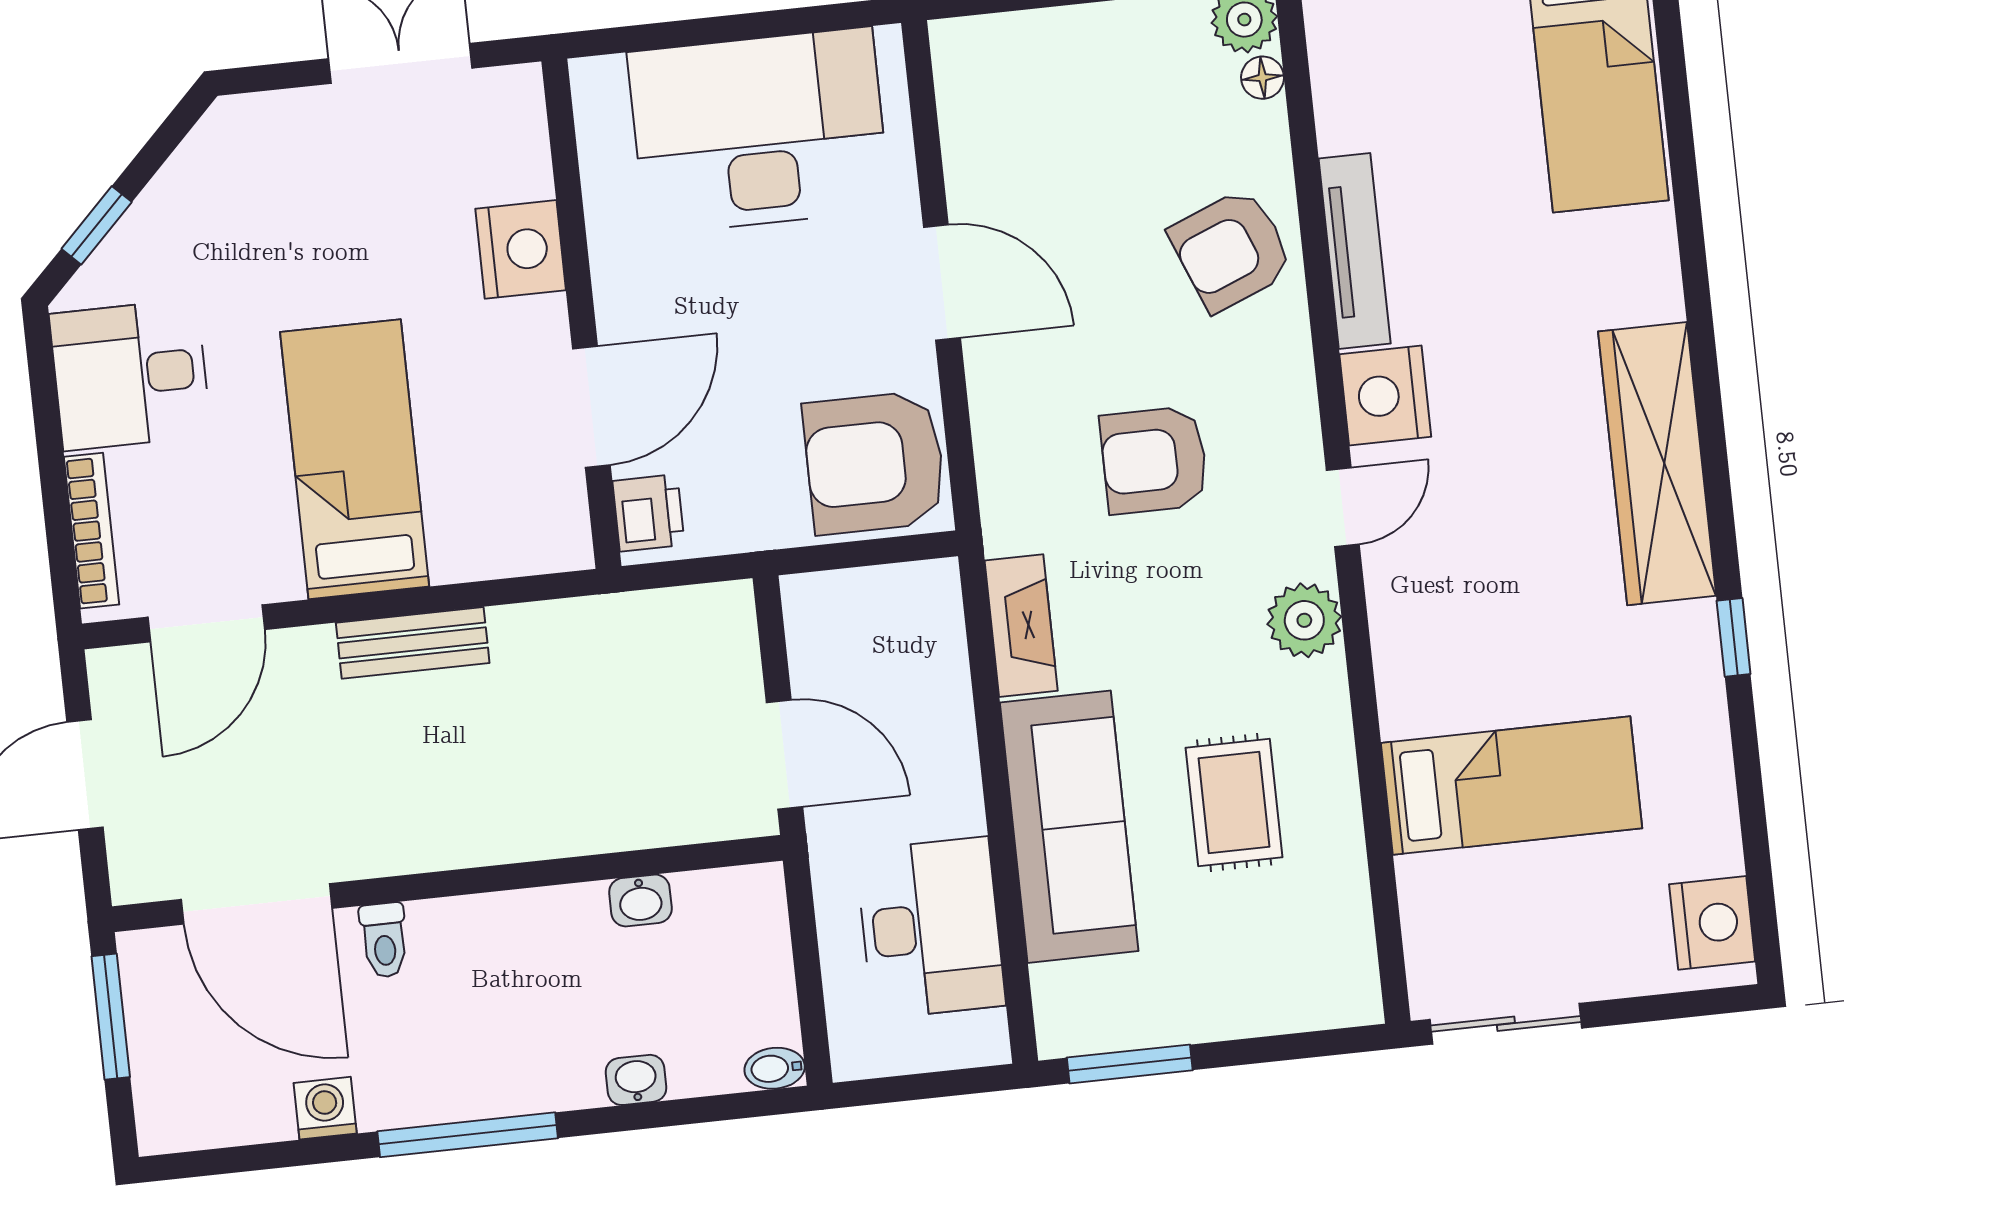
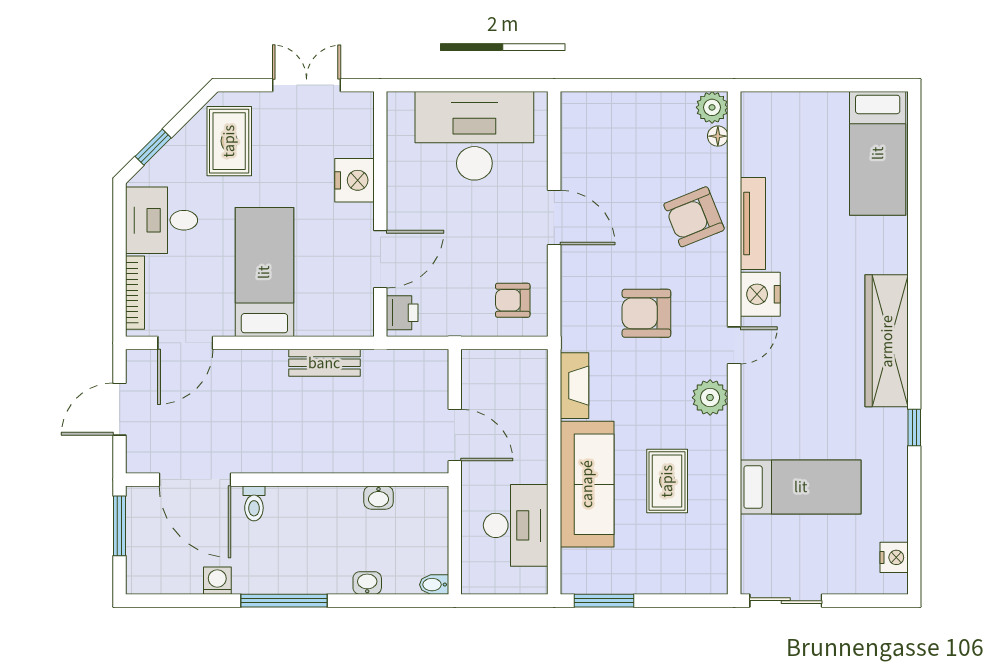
rug: (253, 196) -> (229, 141), added
armchair: (875, 463) -> (513, 300), width x0.53, depth x0.53
bench: (413, 643) -> (324, 363), moved
nightstand: (1712, 923) -> (894, 557), width x0.74, depth x0.75

